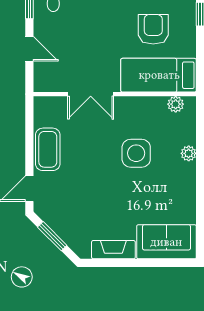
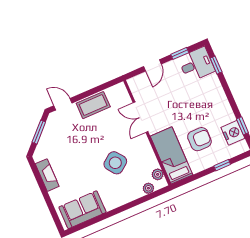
side table: (136, 153) -> (115, 163), turned -37
plant: (189, 153) -> (148, 188), moved
sofa: (166, 242) -> (82, 210), moved, turned -90

